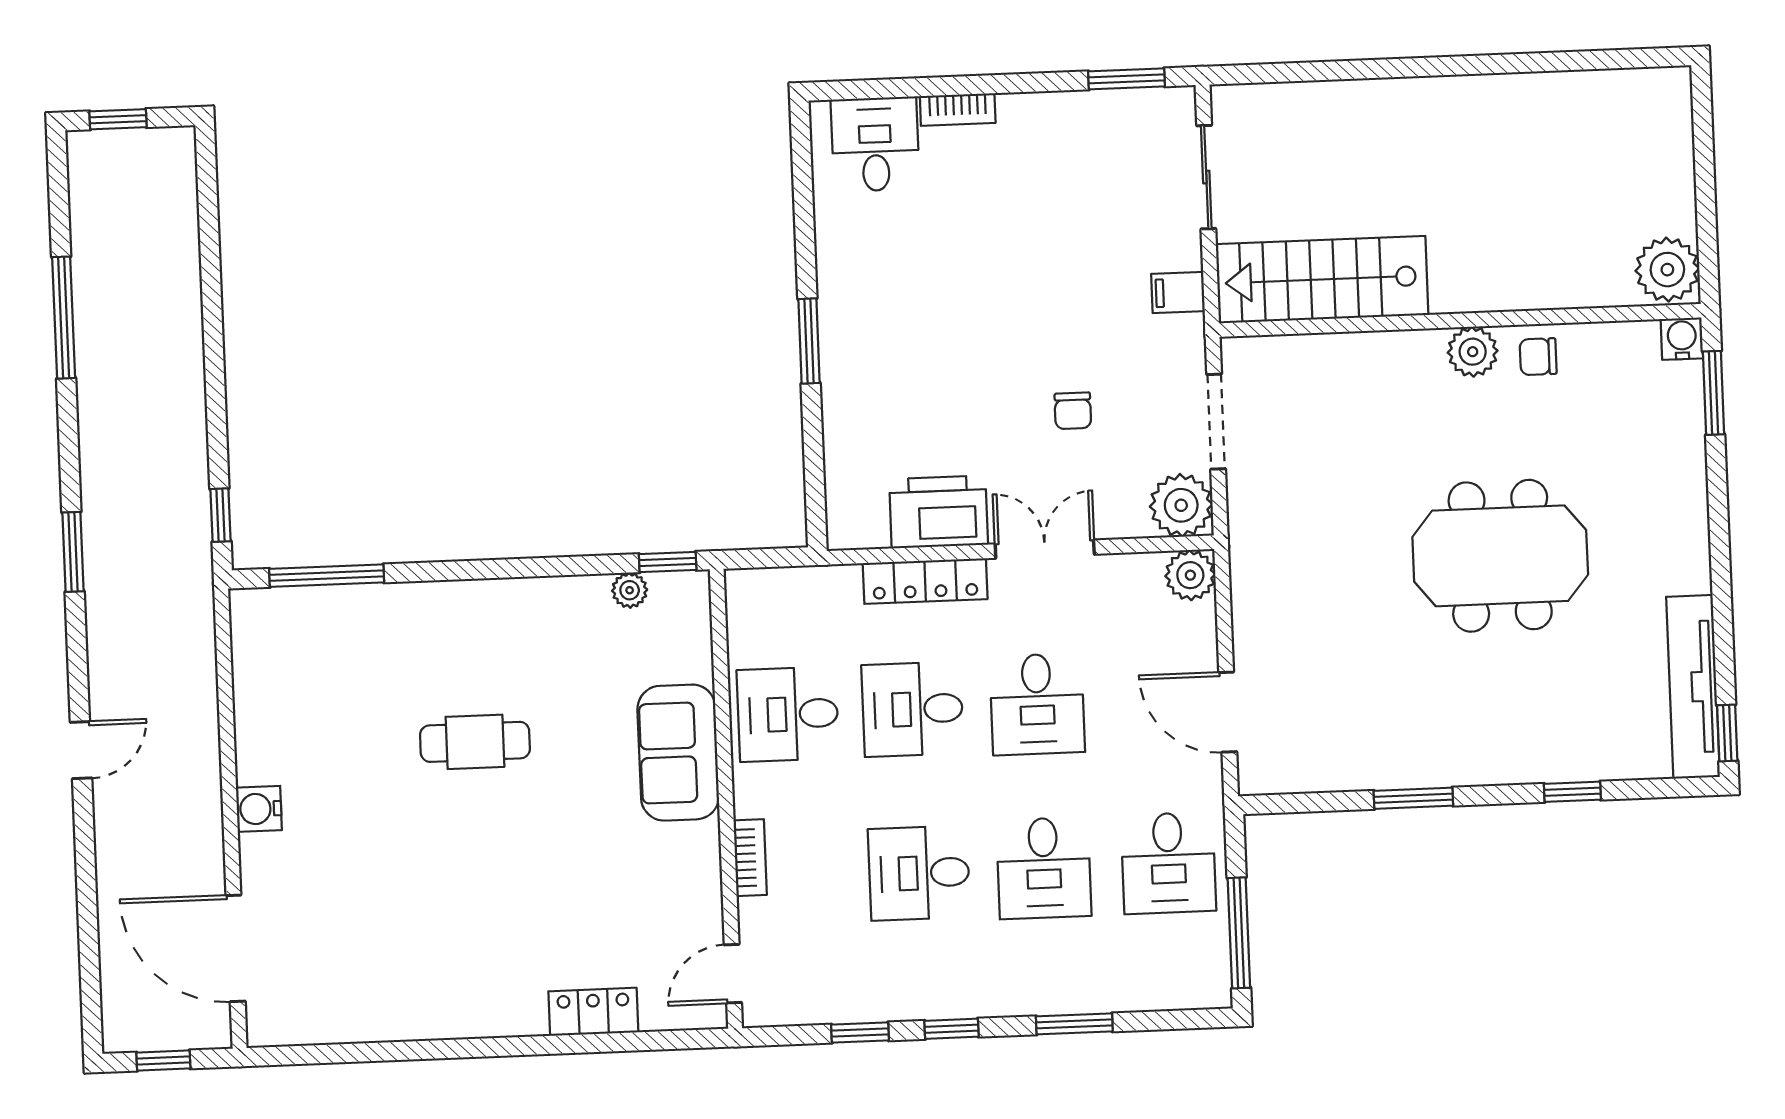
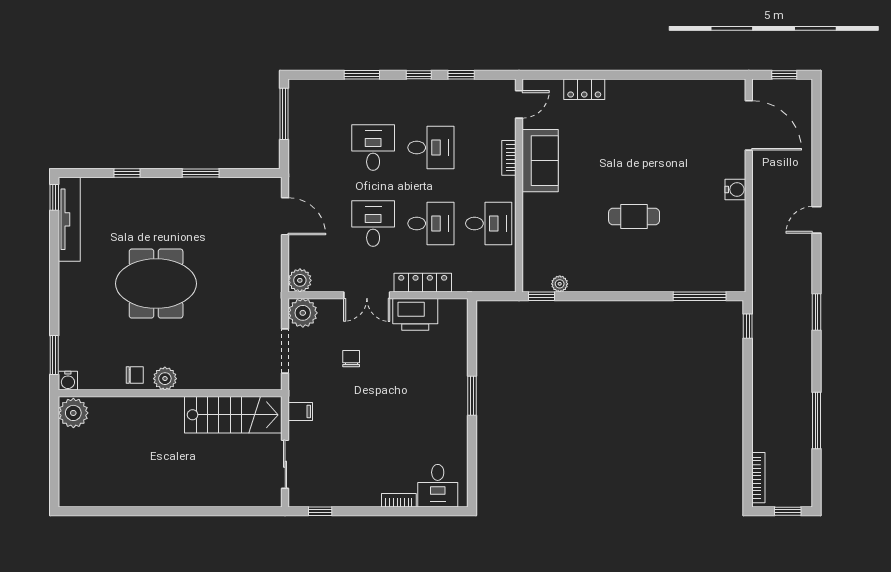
window: (1127, 79) -> (320, 511), width x0.67
bookcase: (184, 189) -> (758, 478), added
sofa: (678, 753) -> (540, 161), moved
desk: (1168, 863) -> (315, 148), removed

